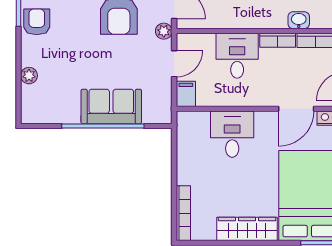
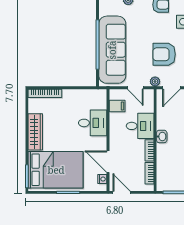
washbasin: (299, 20) -> (162, 136), moved
filing cabinet: (186, 94) -> (117, 106), moved
sofa: (111, 106) -> (112, 50), width x1.85, depth x1.27

